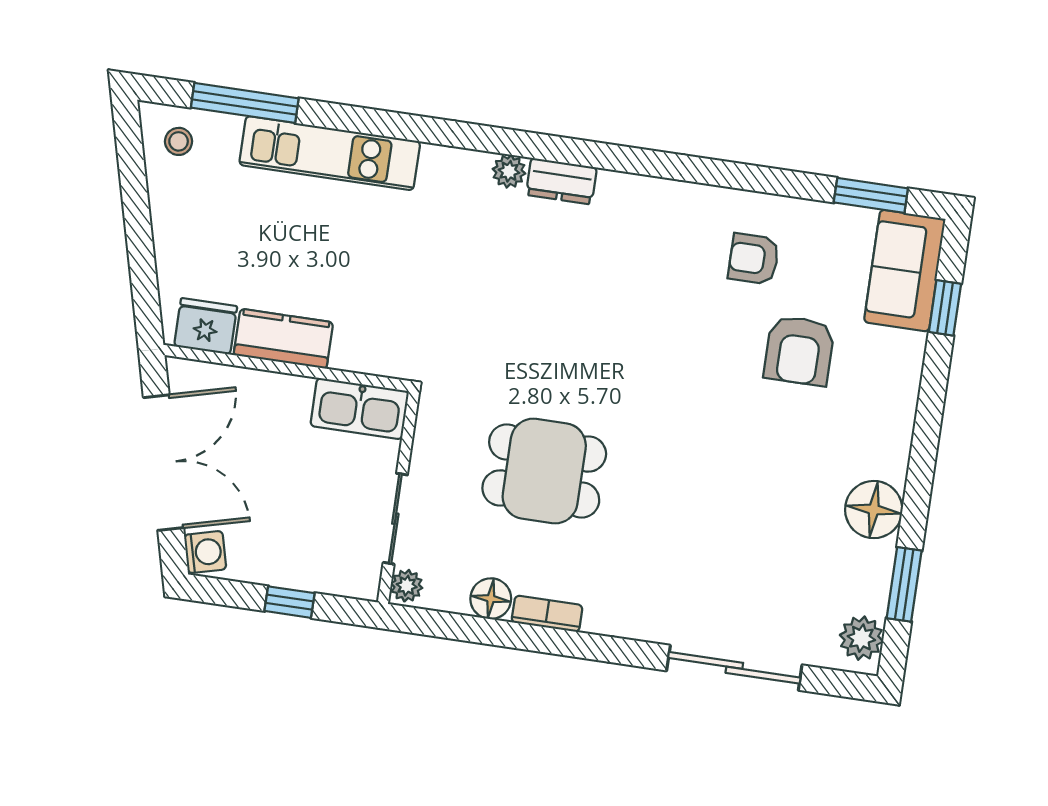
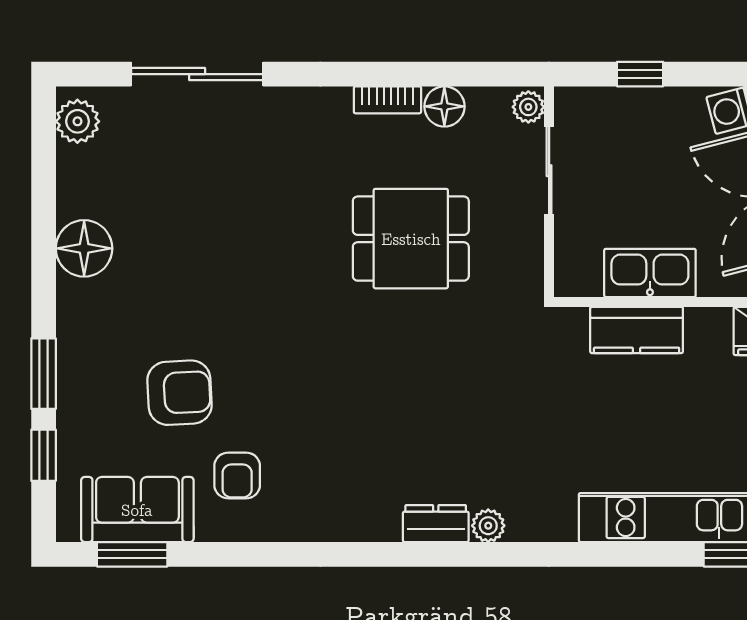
armchair: (754, 259) -> (237, 475), turned 90
sofa: (905, 271) -> (137, 510), moved, turned -90
kitchen counter: (283, 339) -> (637, 330), moved
armchair: (799, 351) -> (180, 393), turned 87
kitchen sink: (360, 409) -> (650, 273), moved
window: (904, 584) -> (44, 374), moved

